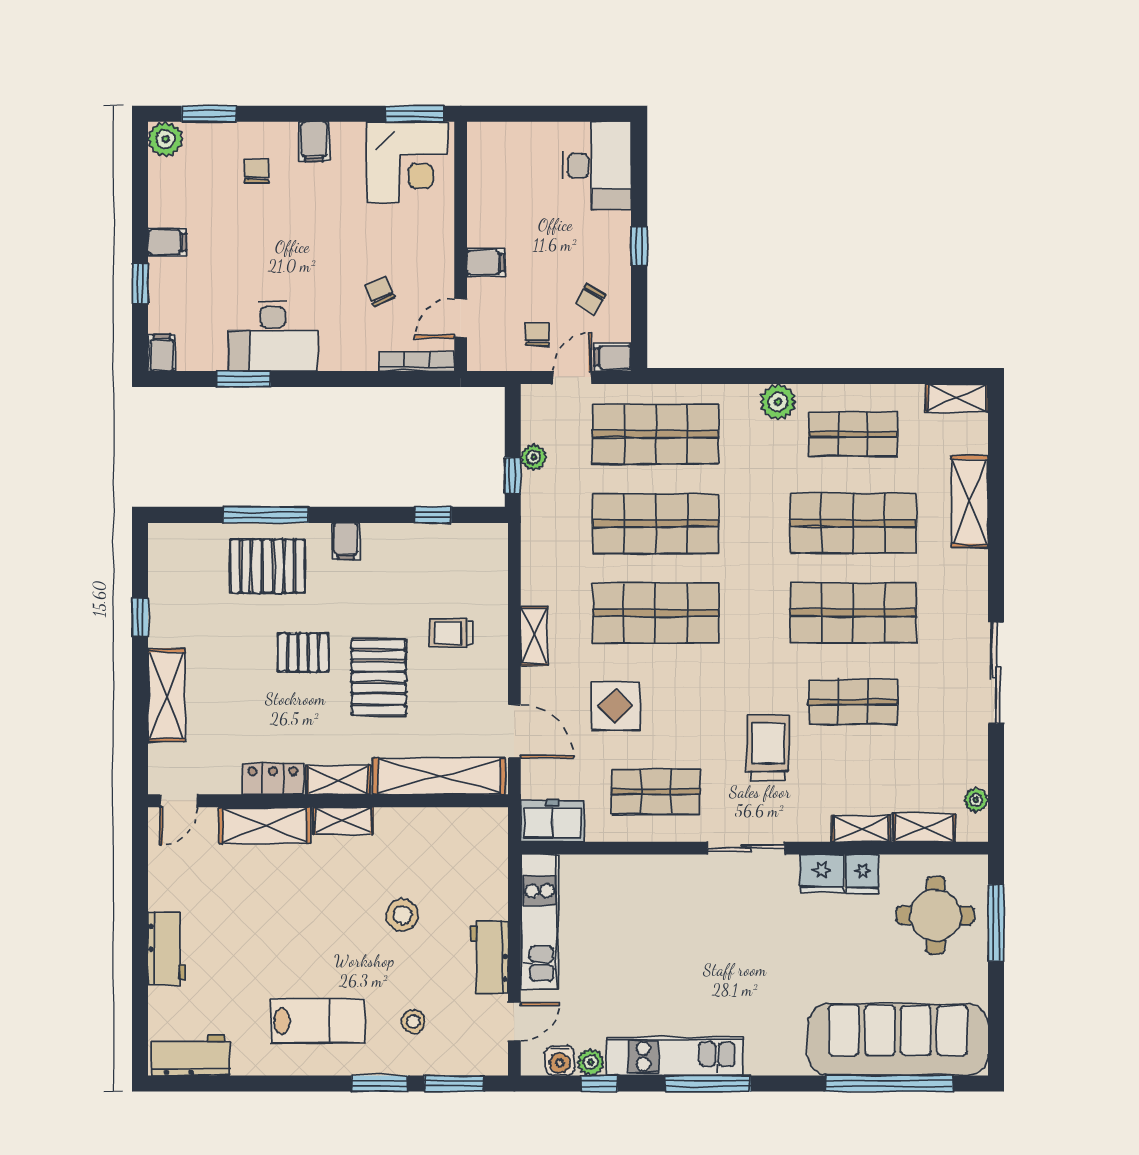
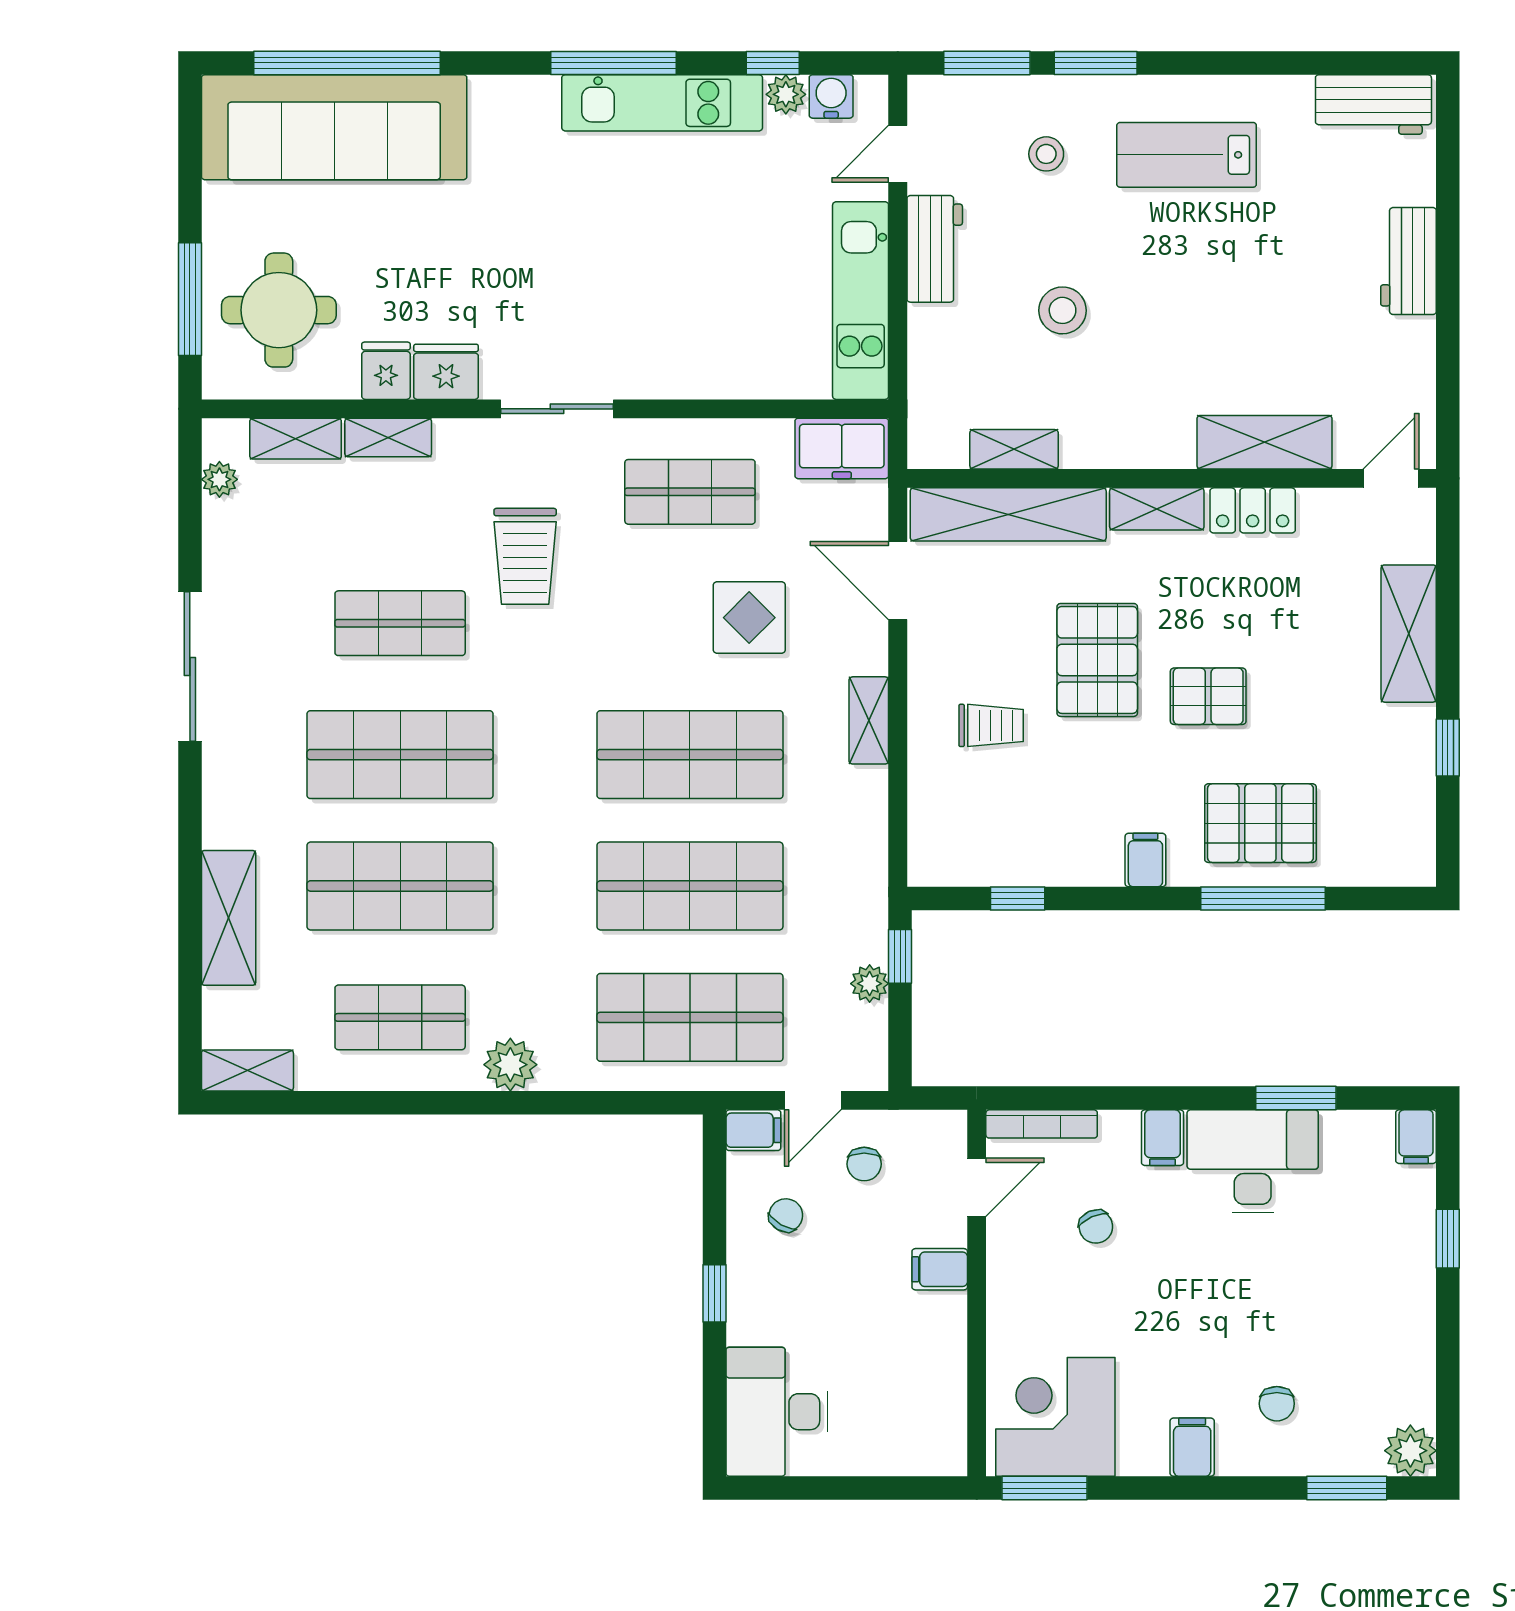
filing cabinet: (167, 242) -> (1163, 1138), moved, turned -90
shelving: (343, 821) -> (1014, 449), moved

